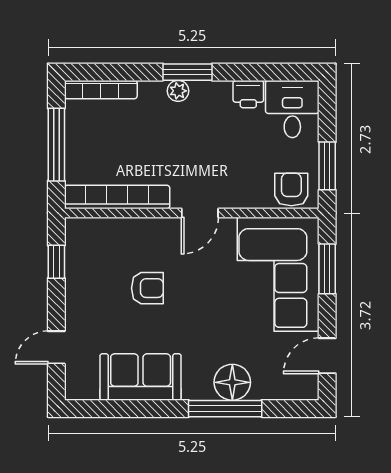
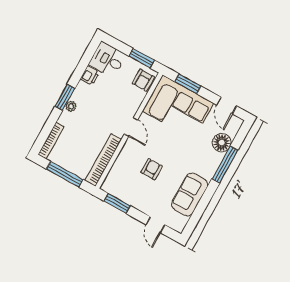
armchair: (291, 189) -> (143, 80), turned -90
window: (56, 262) -> (117, 203), width x1.50
floor lamp: (232, 382) -> (222, 143), moved

